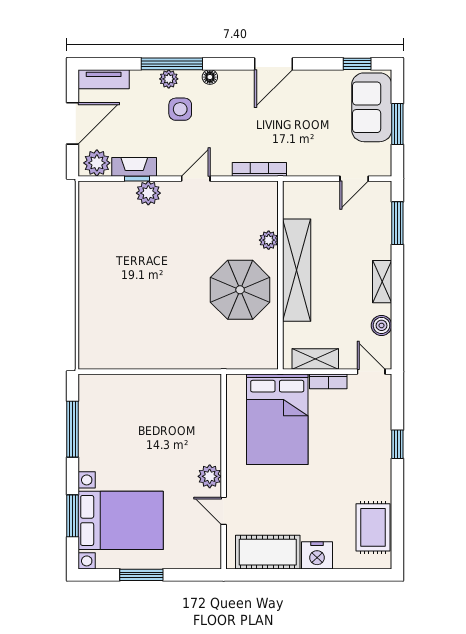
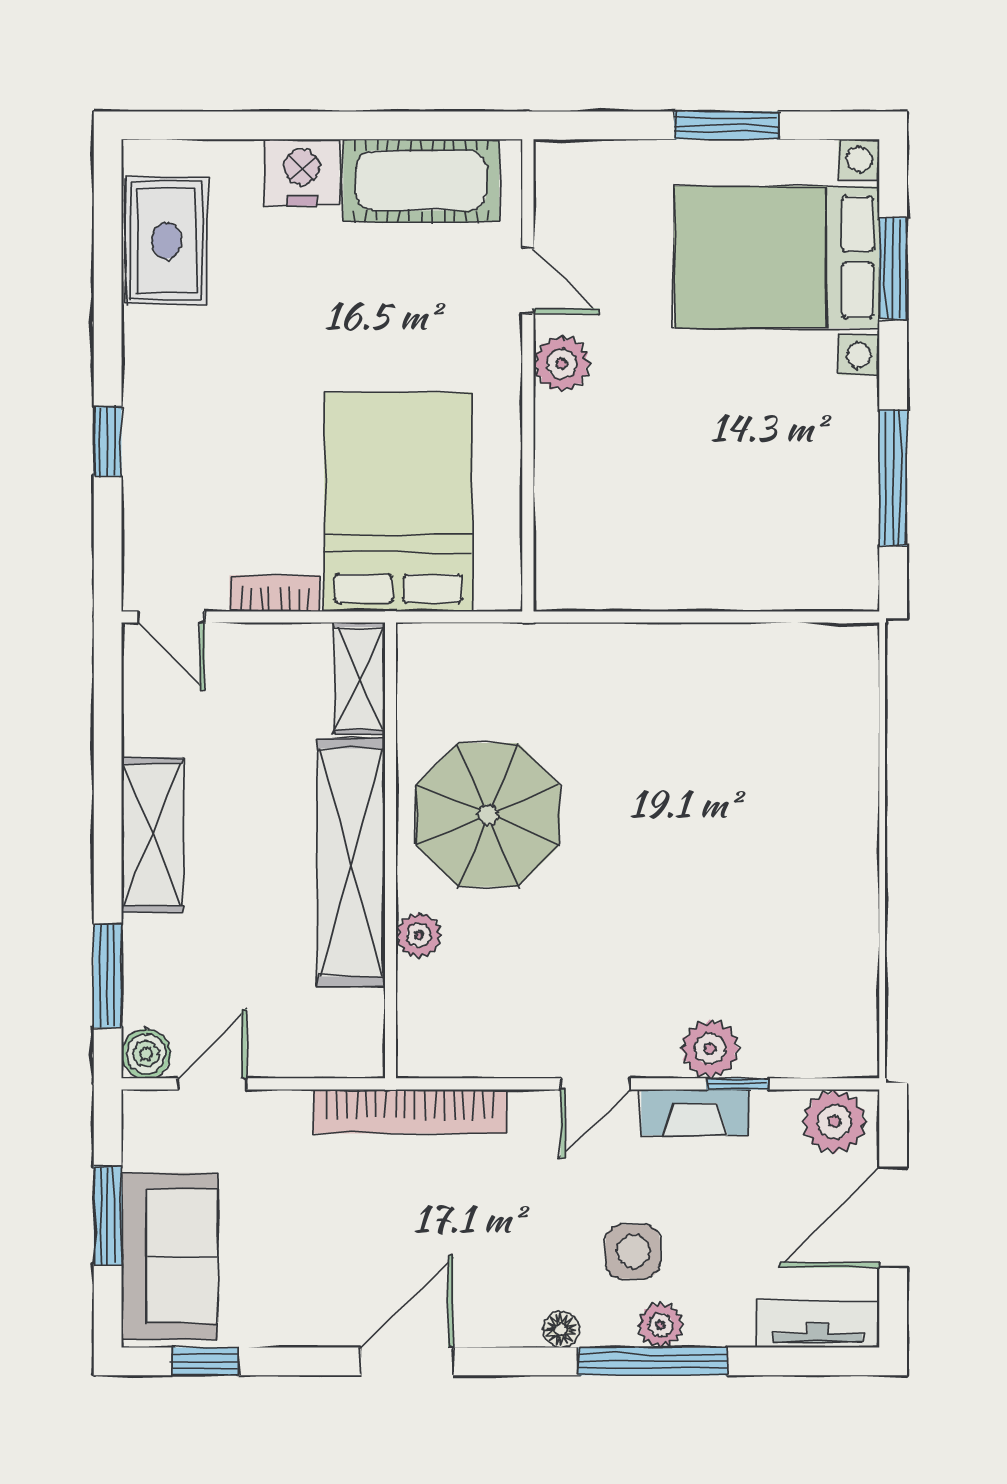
fireplace: (134, 167) -> (695, 1112), moved
bookcase: (259, 169) -> (410, 1111), width x1.48, depth x1.31
shelving: (382, 282) -> (152, 835), width x1.50, depth x1.33
boiler: (382, 325) -> (146, 1054), moved
shelving: (315, 359) -> (360, 678), moved, turned 90

